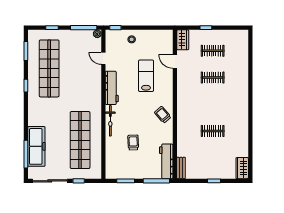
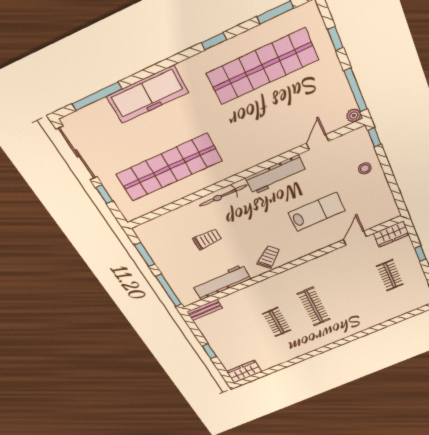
clothes rail: (213, 78) -> (314, 307), moved, width x1.36
freezer: (36, 146) -> (148, 94), moved
workbench: (166, 161) -> (222, 282), moved

